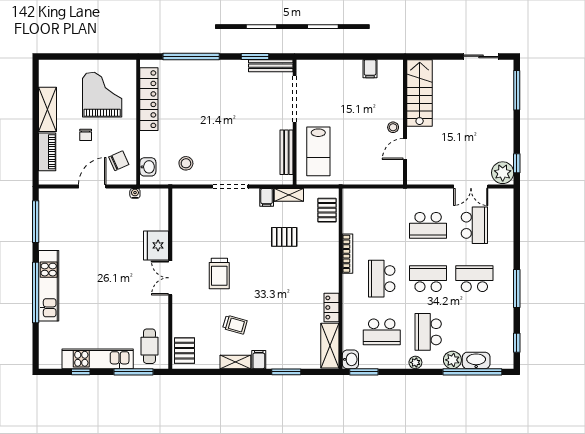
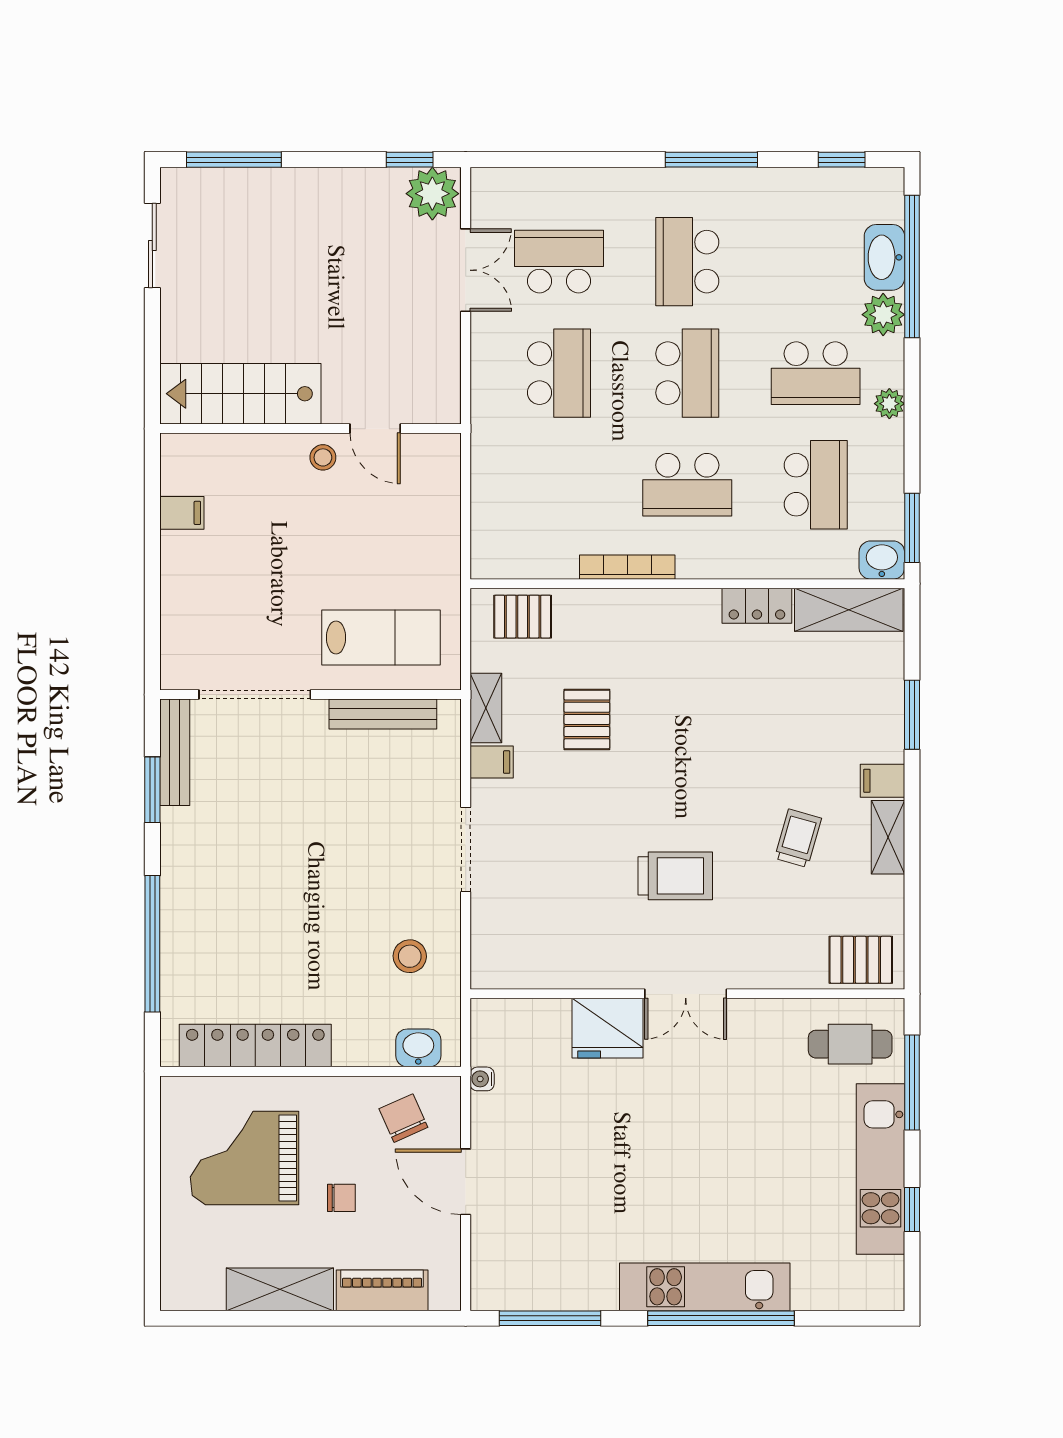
school desk: (428, 279) -> (687, 373), turned 180

